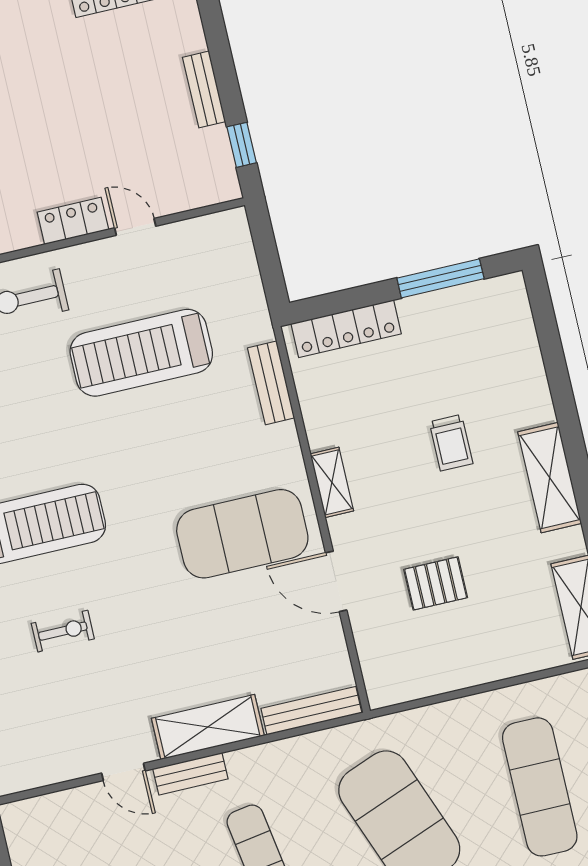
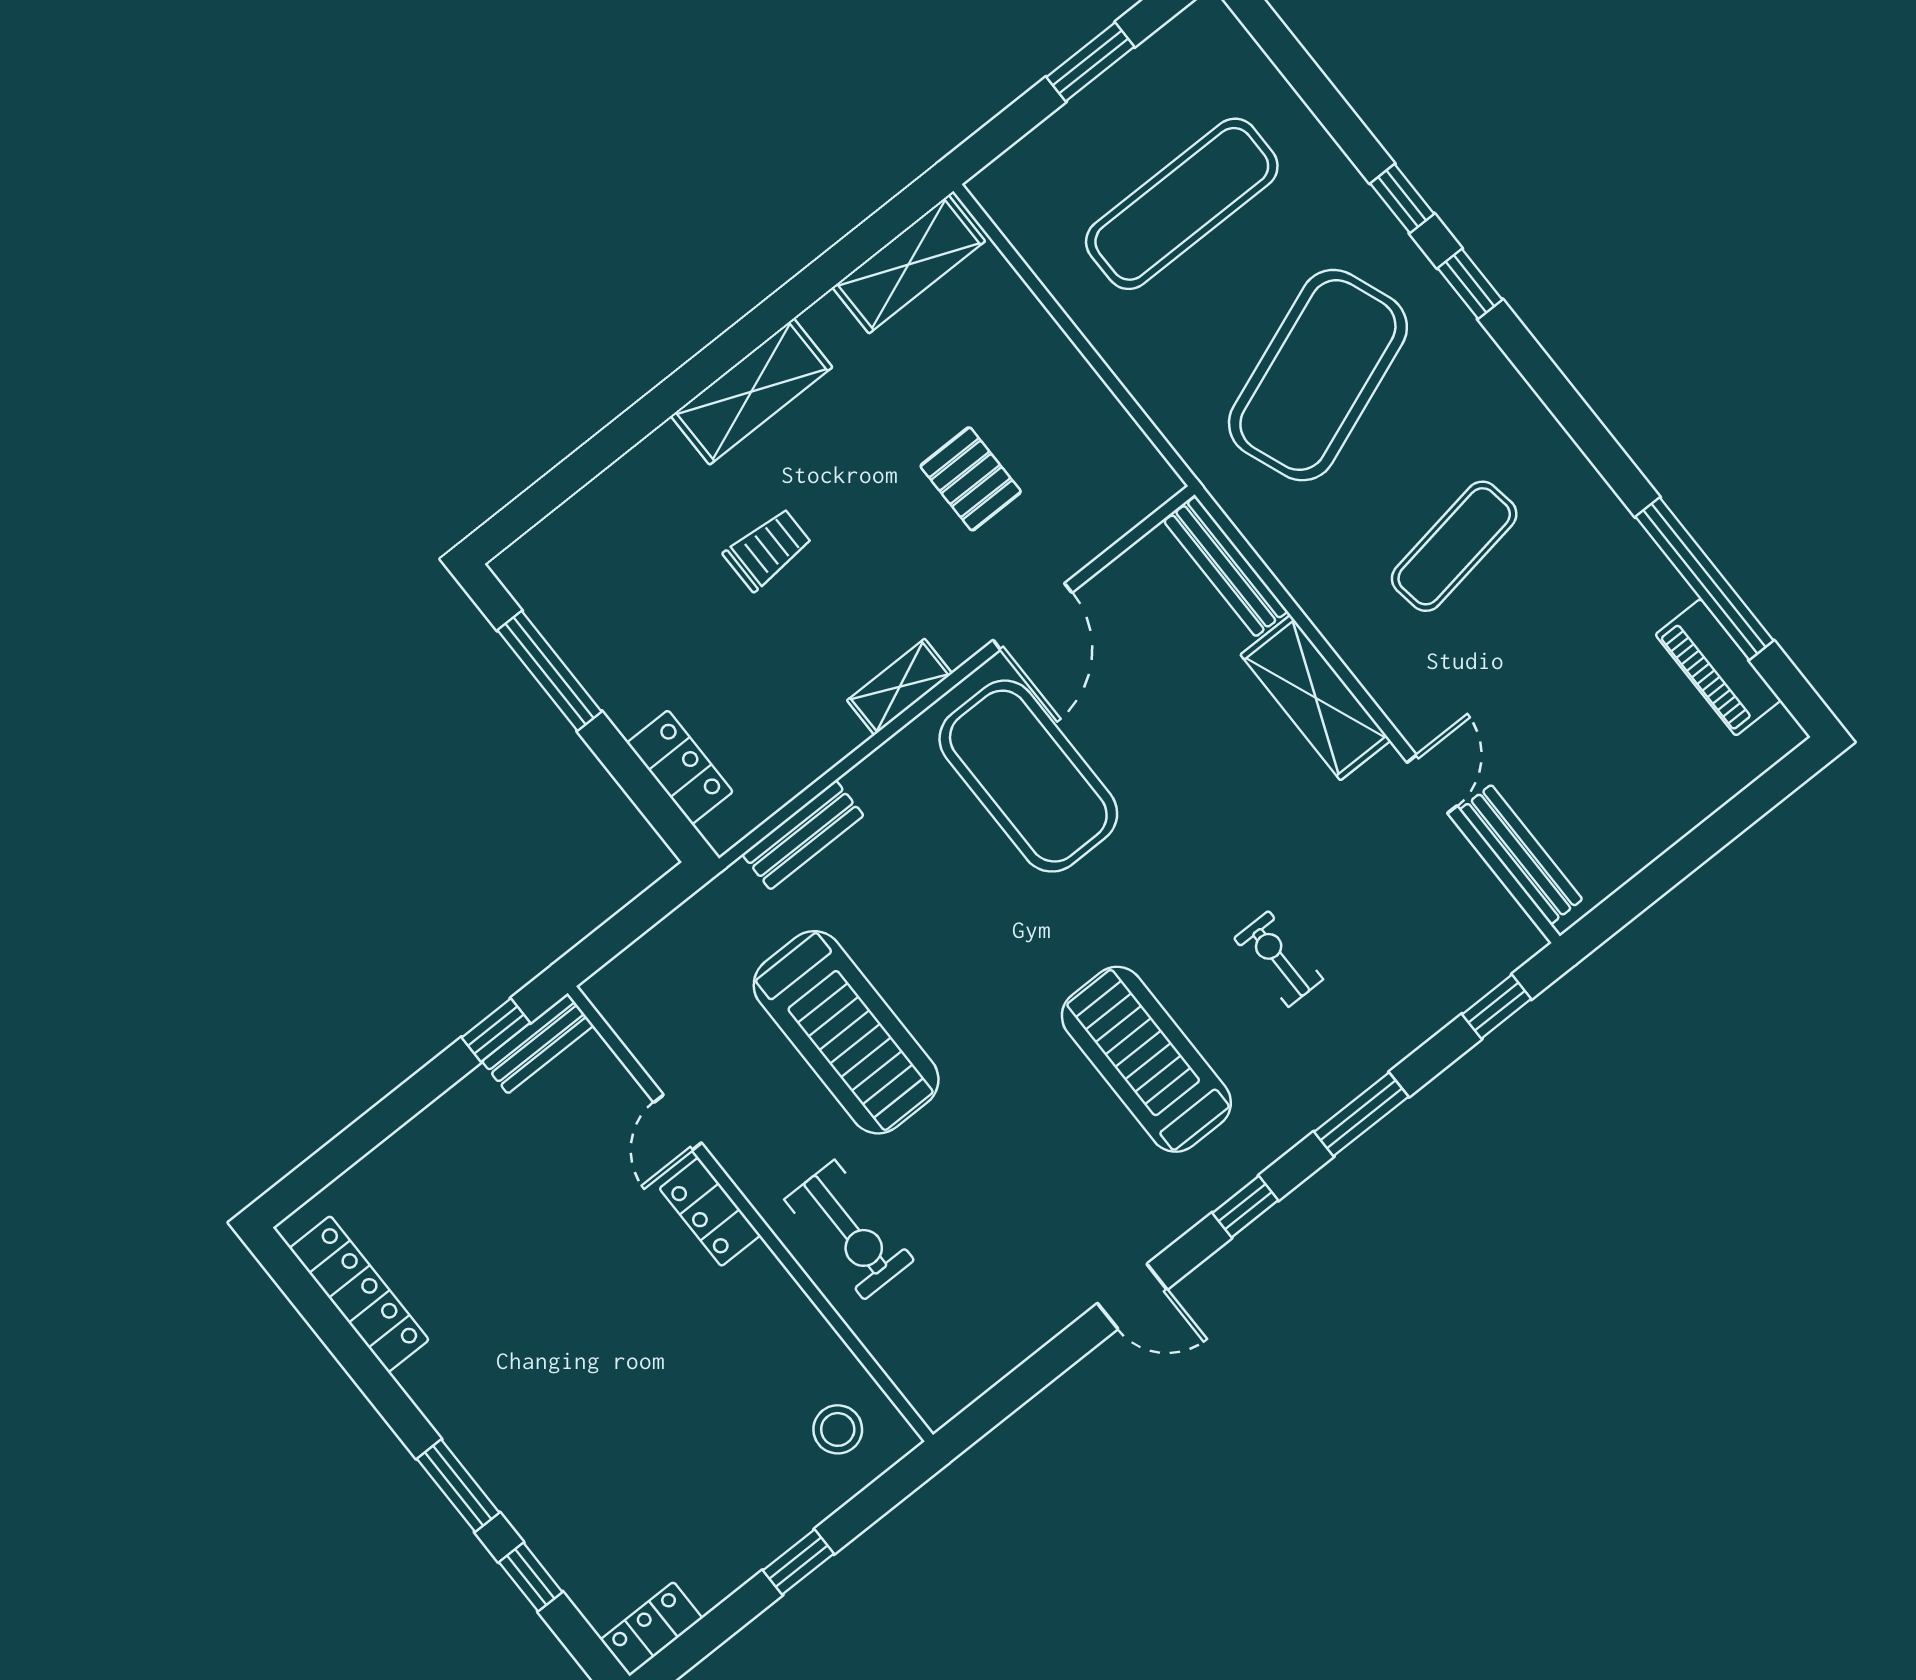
bench: (204, 89) -> (538, 1043), moved
locker: (346, 329) -> (680, 767), width x0.66
bench: (190, 774) -> (1521, 855), moved, width x1.36

